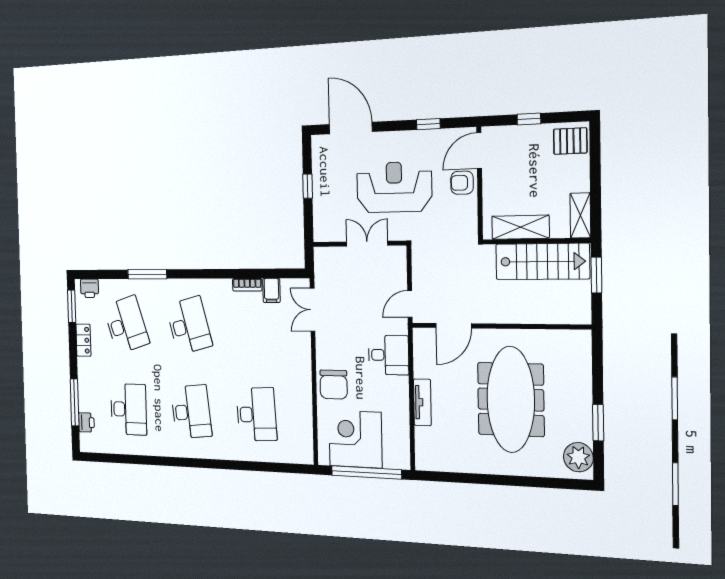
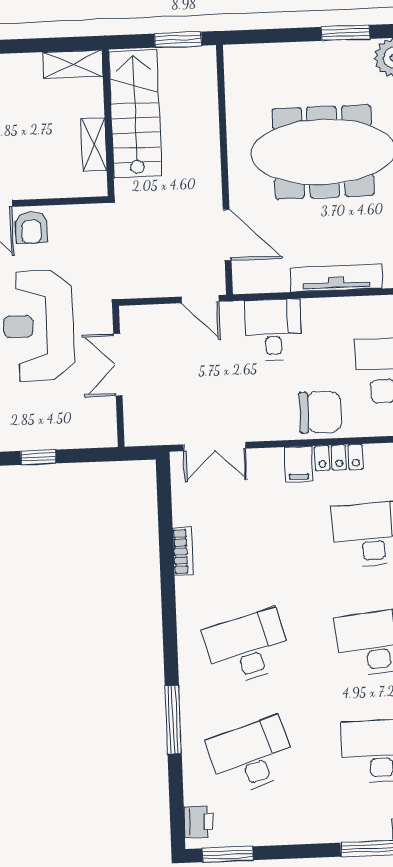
shelving: (520, 227) -> (94, 144), width x0.67, depth x0.75
window: (596, 275) -> (178, 40), moved
filing cabinet: (271, 290) -> (299, 464), moved, turned 90
locker: (83, 340) -> (339, 458), moved, turned 180
tv unit: (422, 402) -> (336, 278), width x1.41

